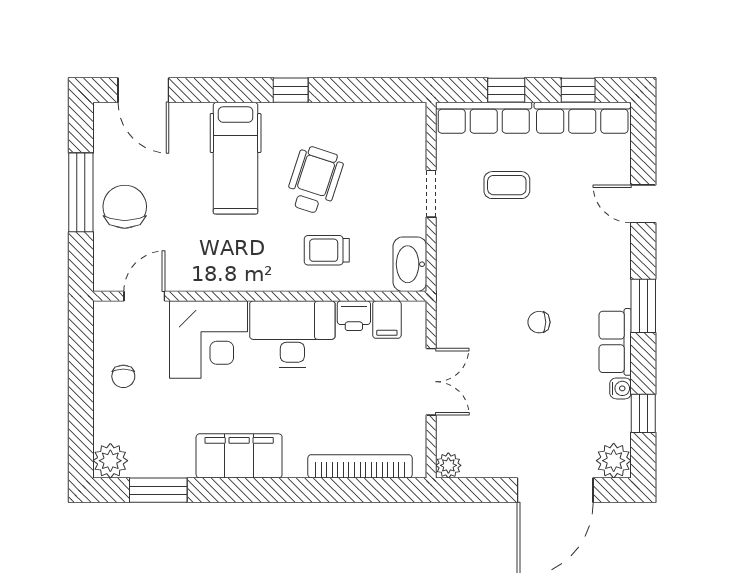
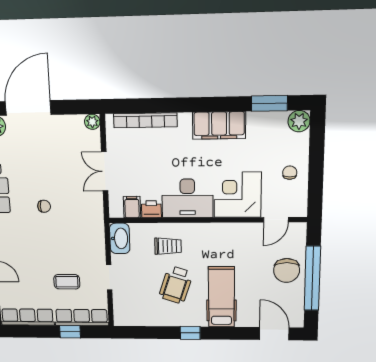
window: (578, 90) -> (31, 331), removed
window: (81, 192) -> (312, 278), width x1.46

